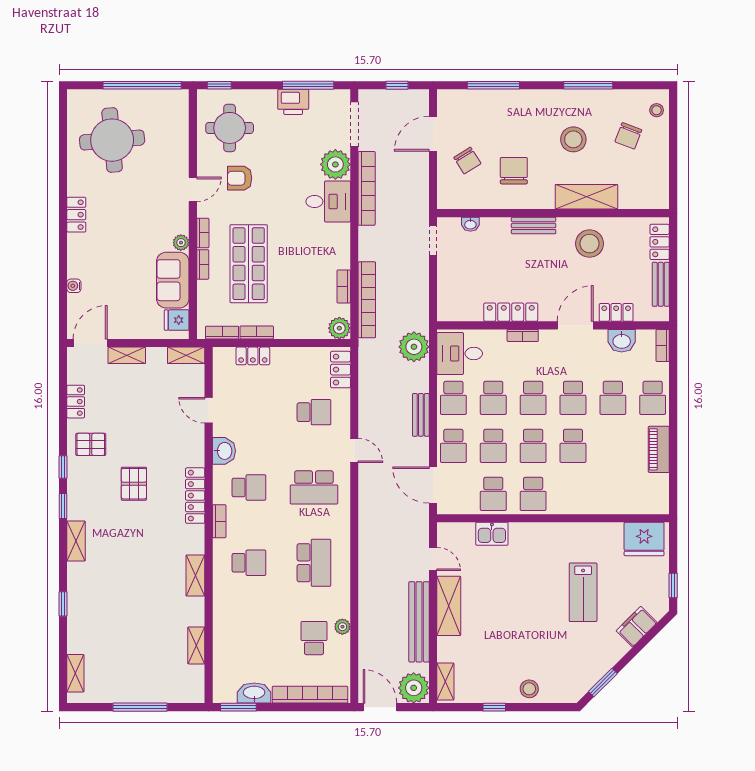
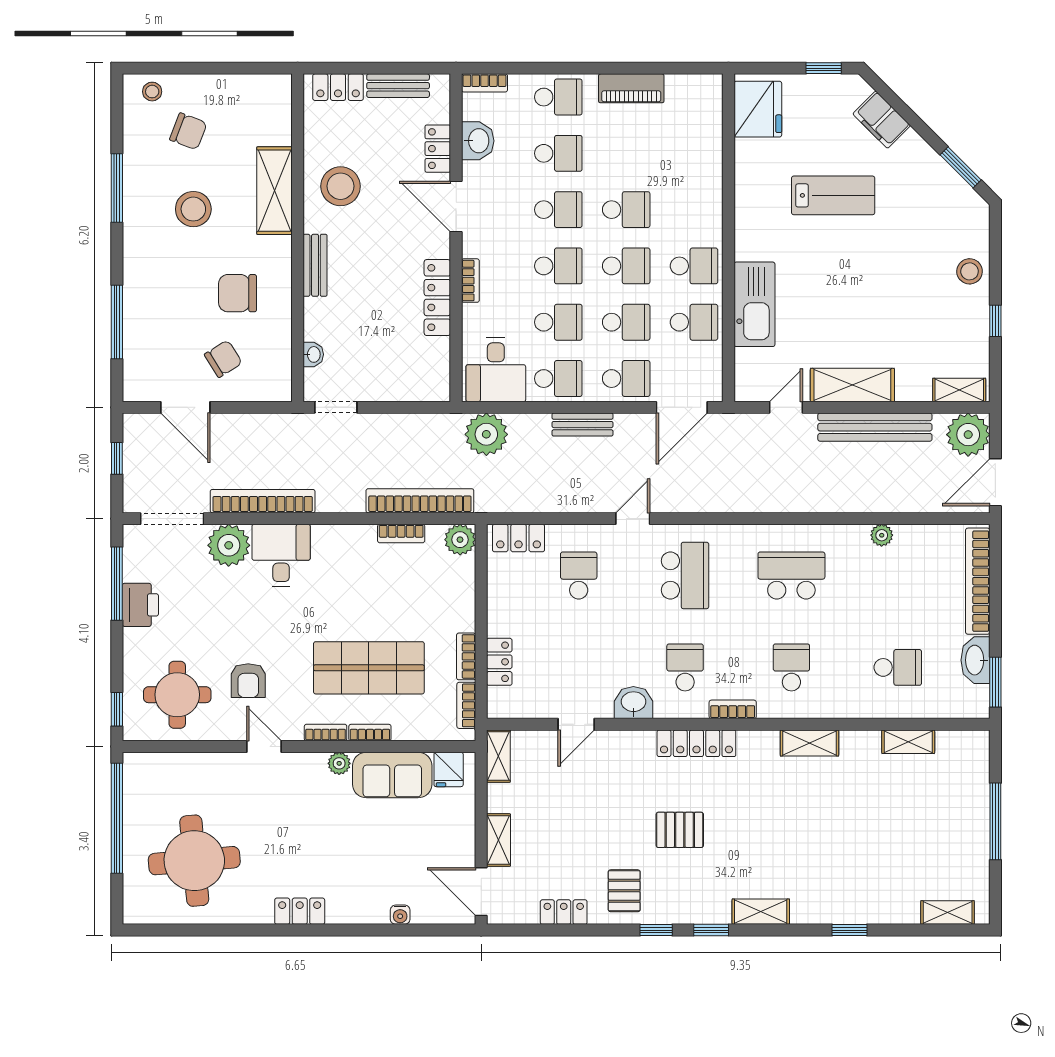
kitchen sink: (492, 534) -> (754, 304), width x1.88, depth x1.24
school desk: (314, 638) -> (898, 667), moved, turned 180

